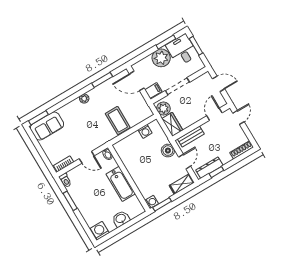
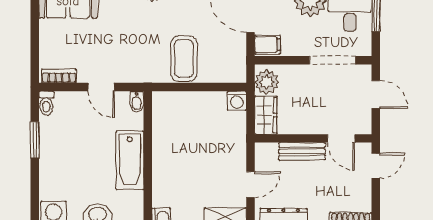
doorway: (177, 86) -> (332, 60), moved
door: (214, 114) -> (341, 138), swing flipped
washing machine: (145, 131) -> (237, 101), moved
bench: (191, 137) -> (302, 151), moved
boiler: (168, 151) -> (235, 152), removed

